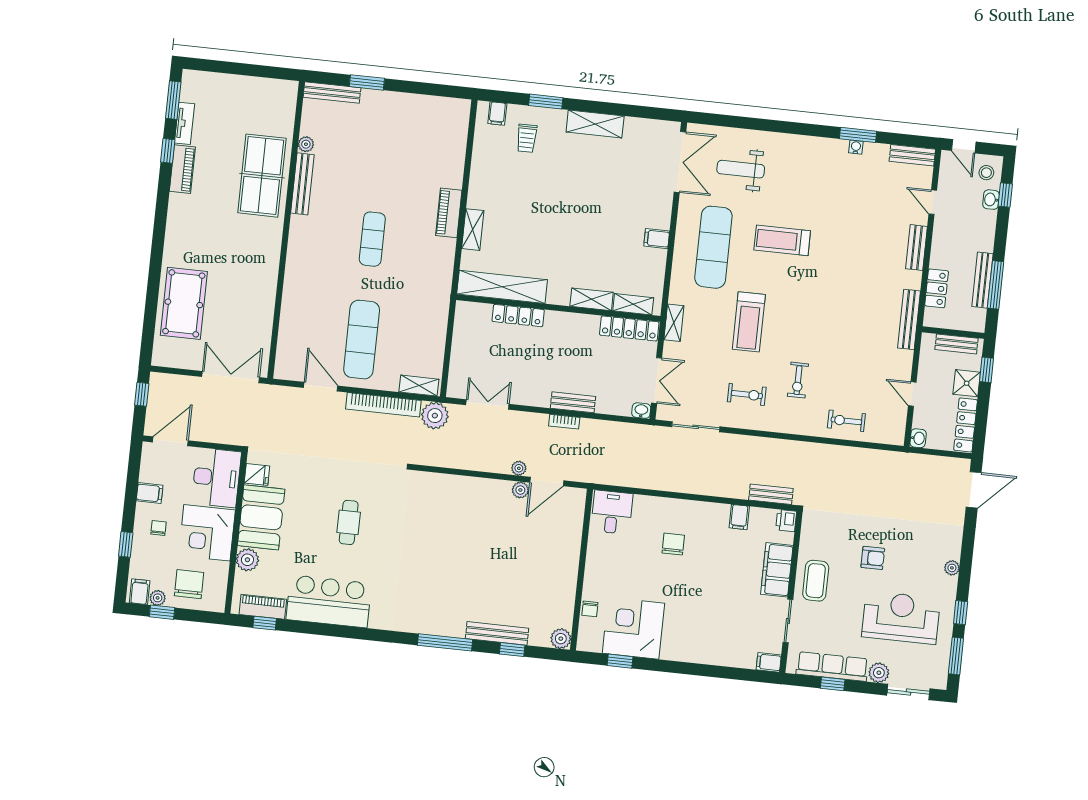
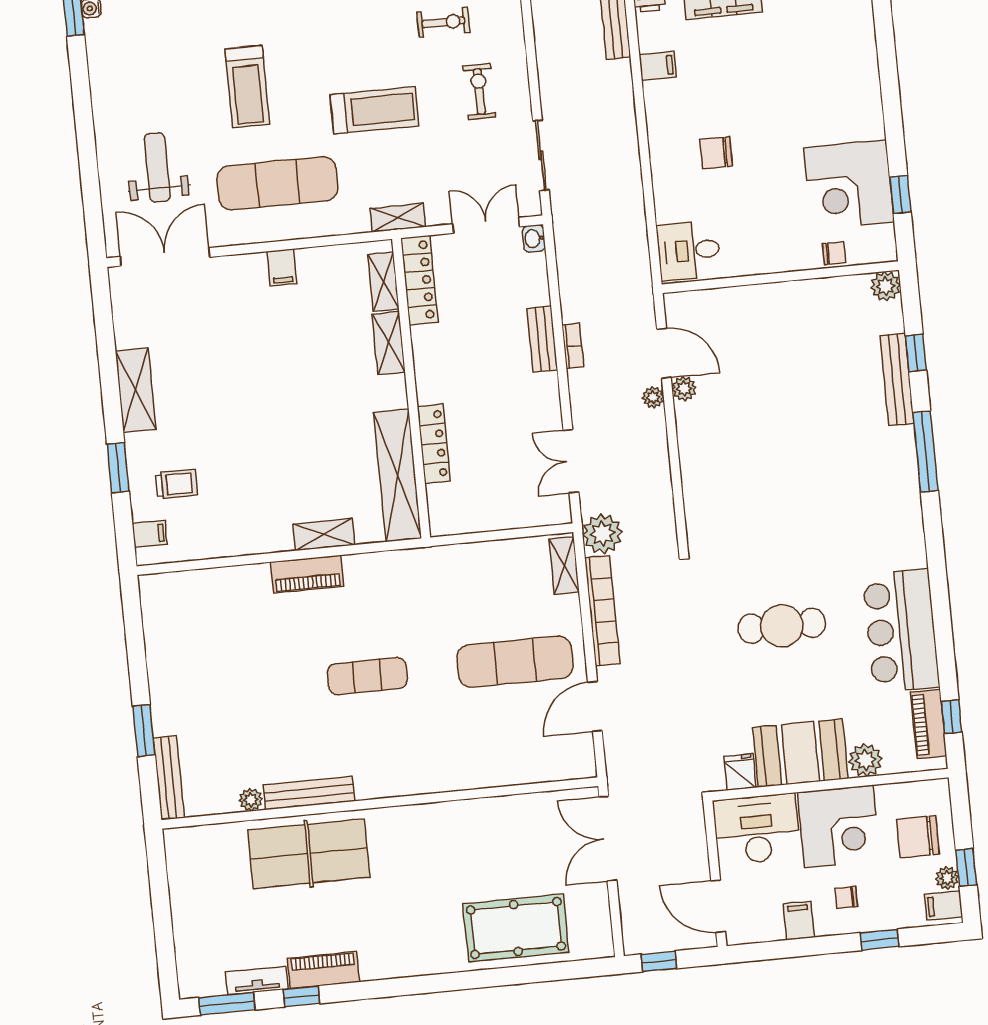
weight bench: (741, 169) -> (157, 167), turned 180
cafe table: (349, 522) -> (782, 626), width x1.37, depth x1.35

